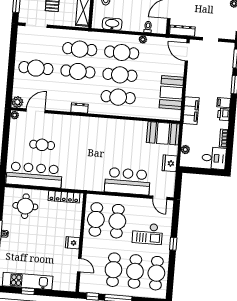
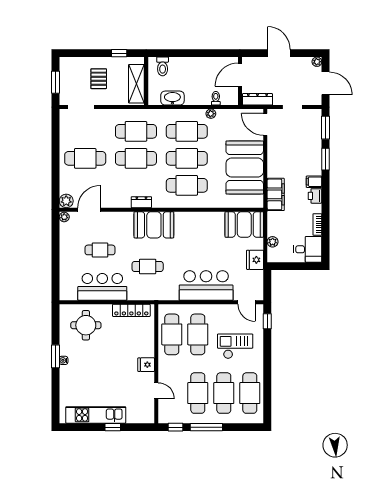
booth: (171, 92) -> (245, 168), width x1.36, depth x1.42
booth: (88, 128) -> (154, 225), added
cafe table: (80, 162) -> (148, 266), added
bar counter: (34, 175) -> (102, 287), width x0.73
checkout: (147, 234) -> (235, 346), turned 180
window: (173, 244) -> (267, 321), moved
window: (28, 291) -> (113, 427), moved

